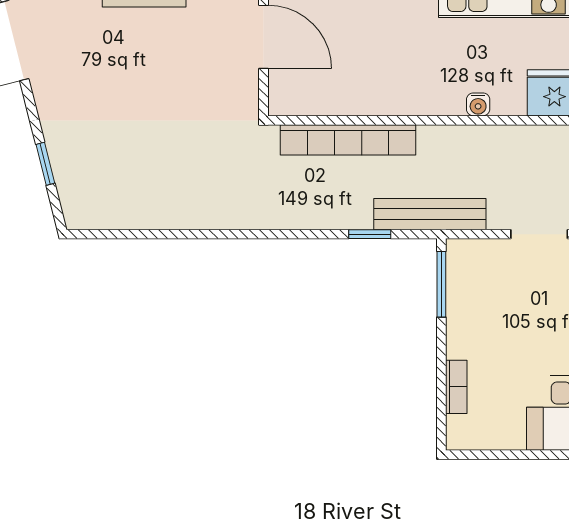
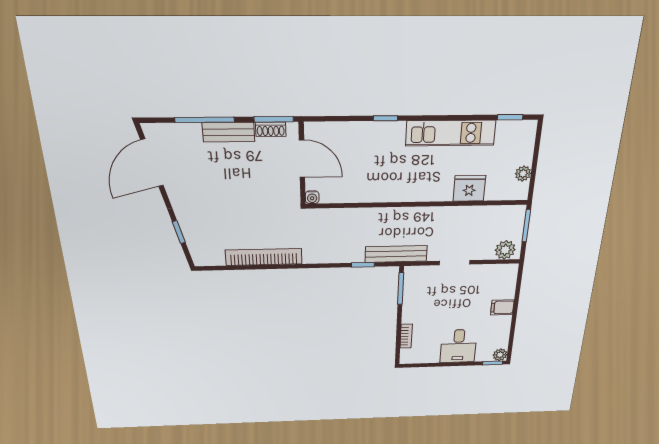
water cooler: (478, 104) -> (312, 197), moved
bookcase: (348, 140) -> (264, 257), moved, turned 180

